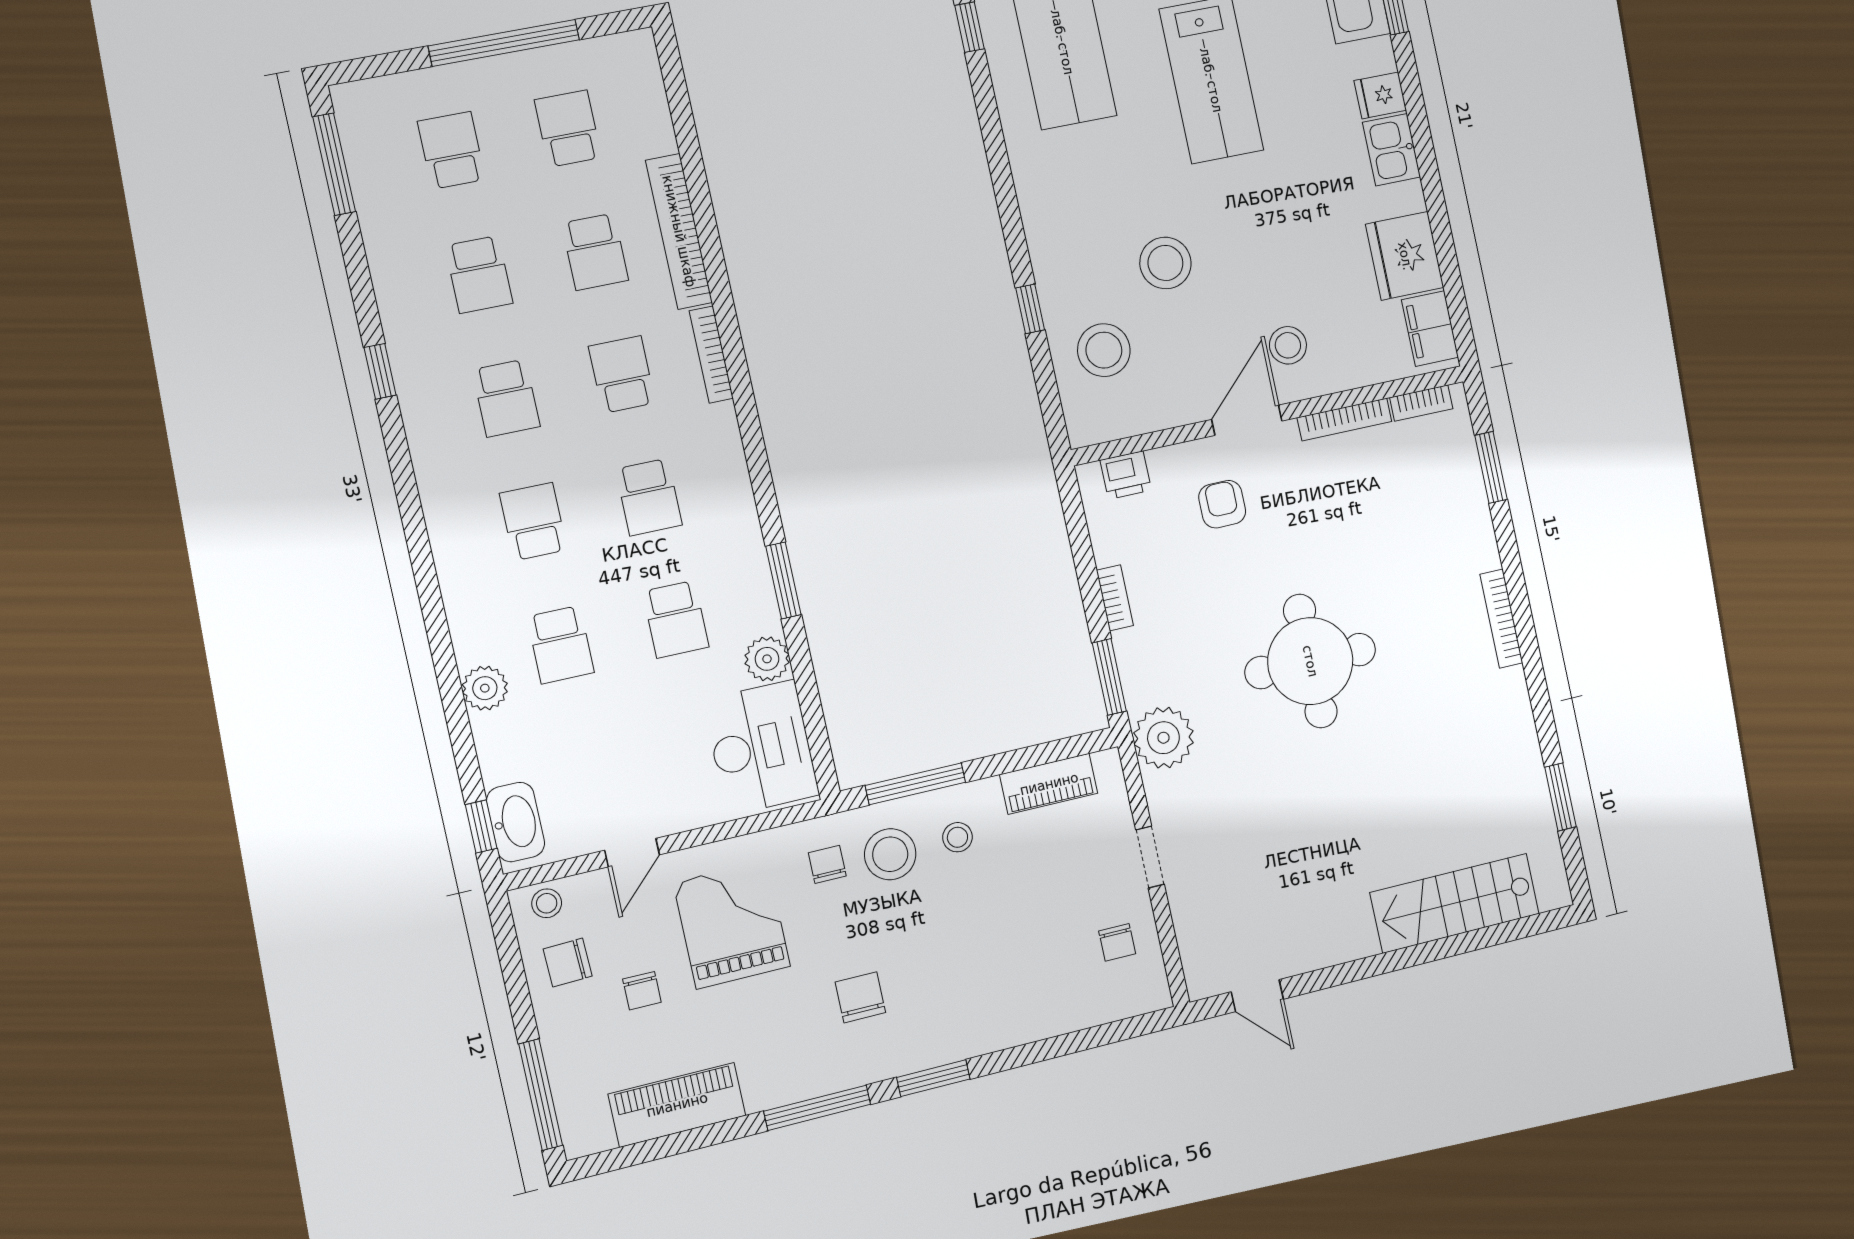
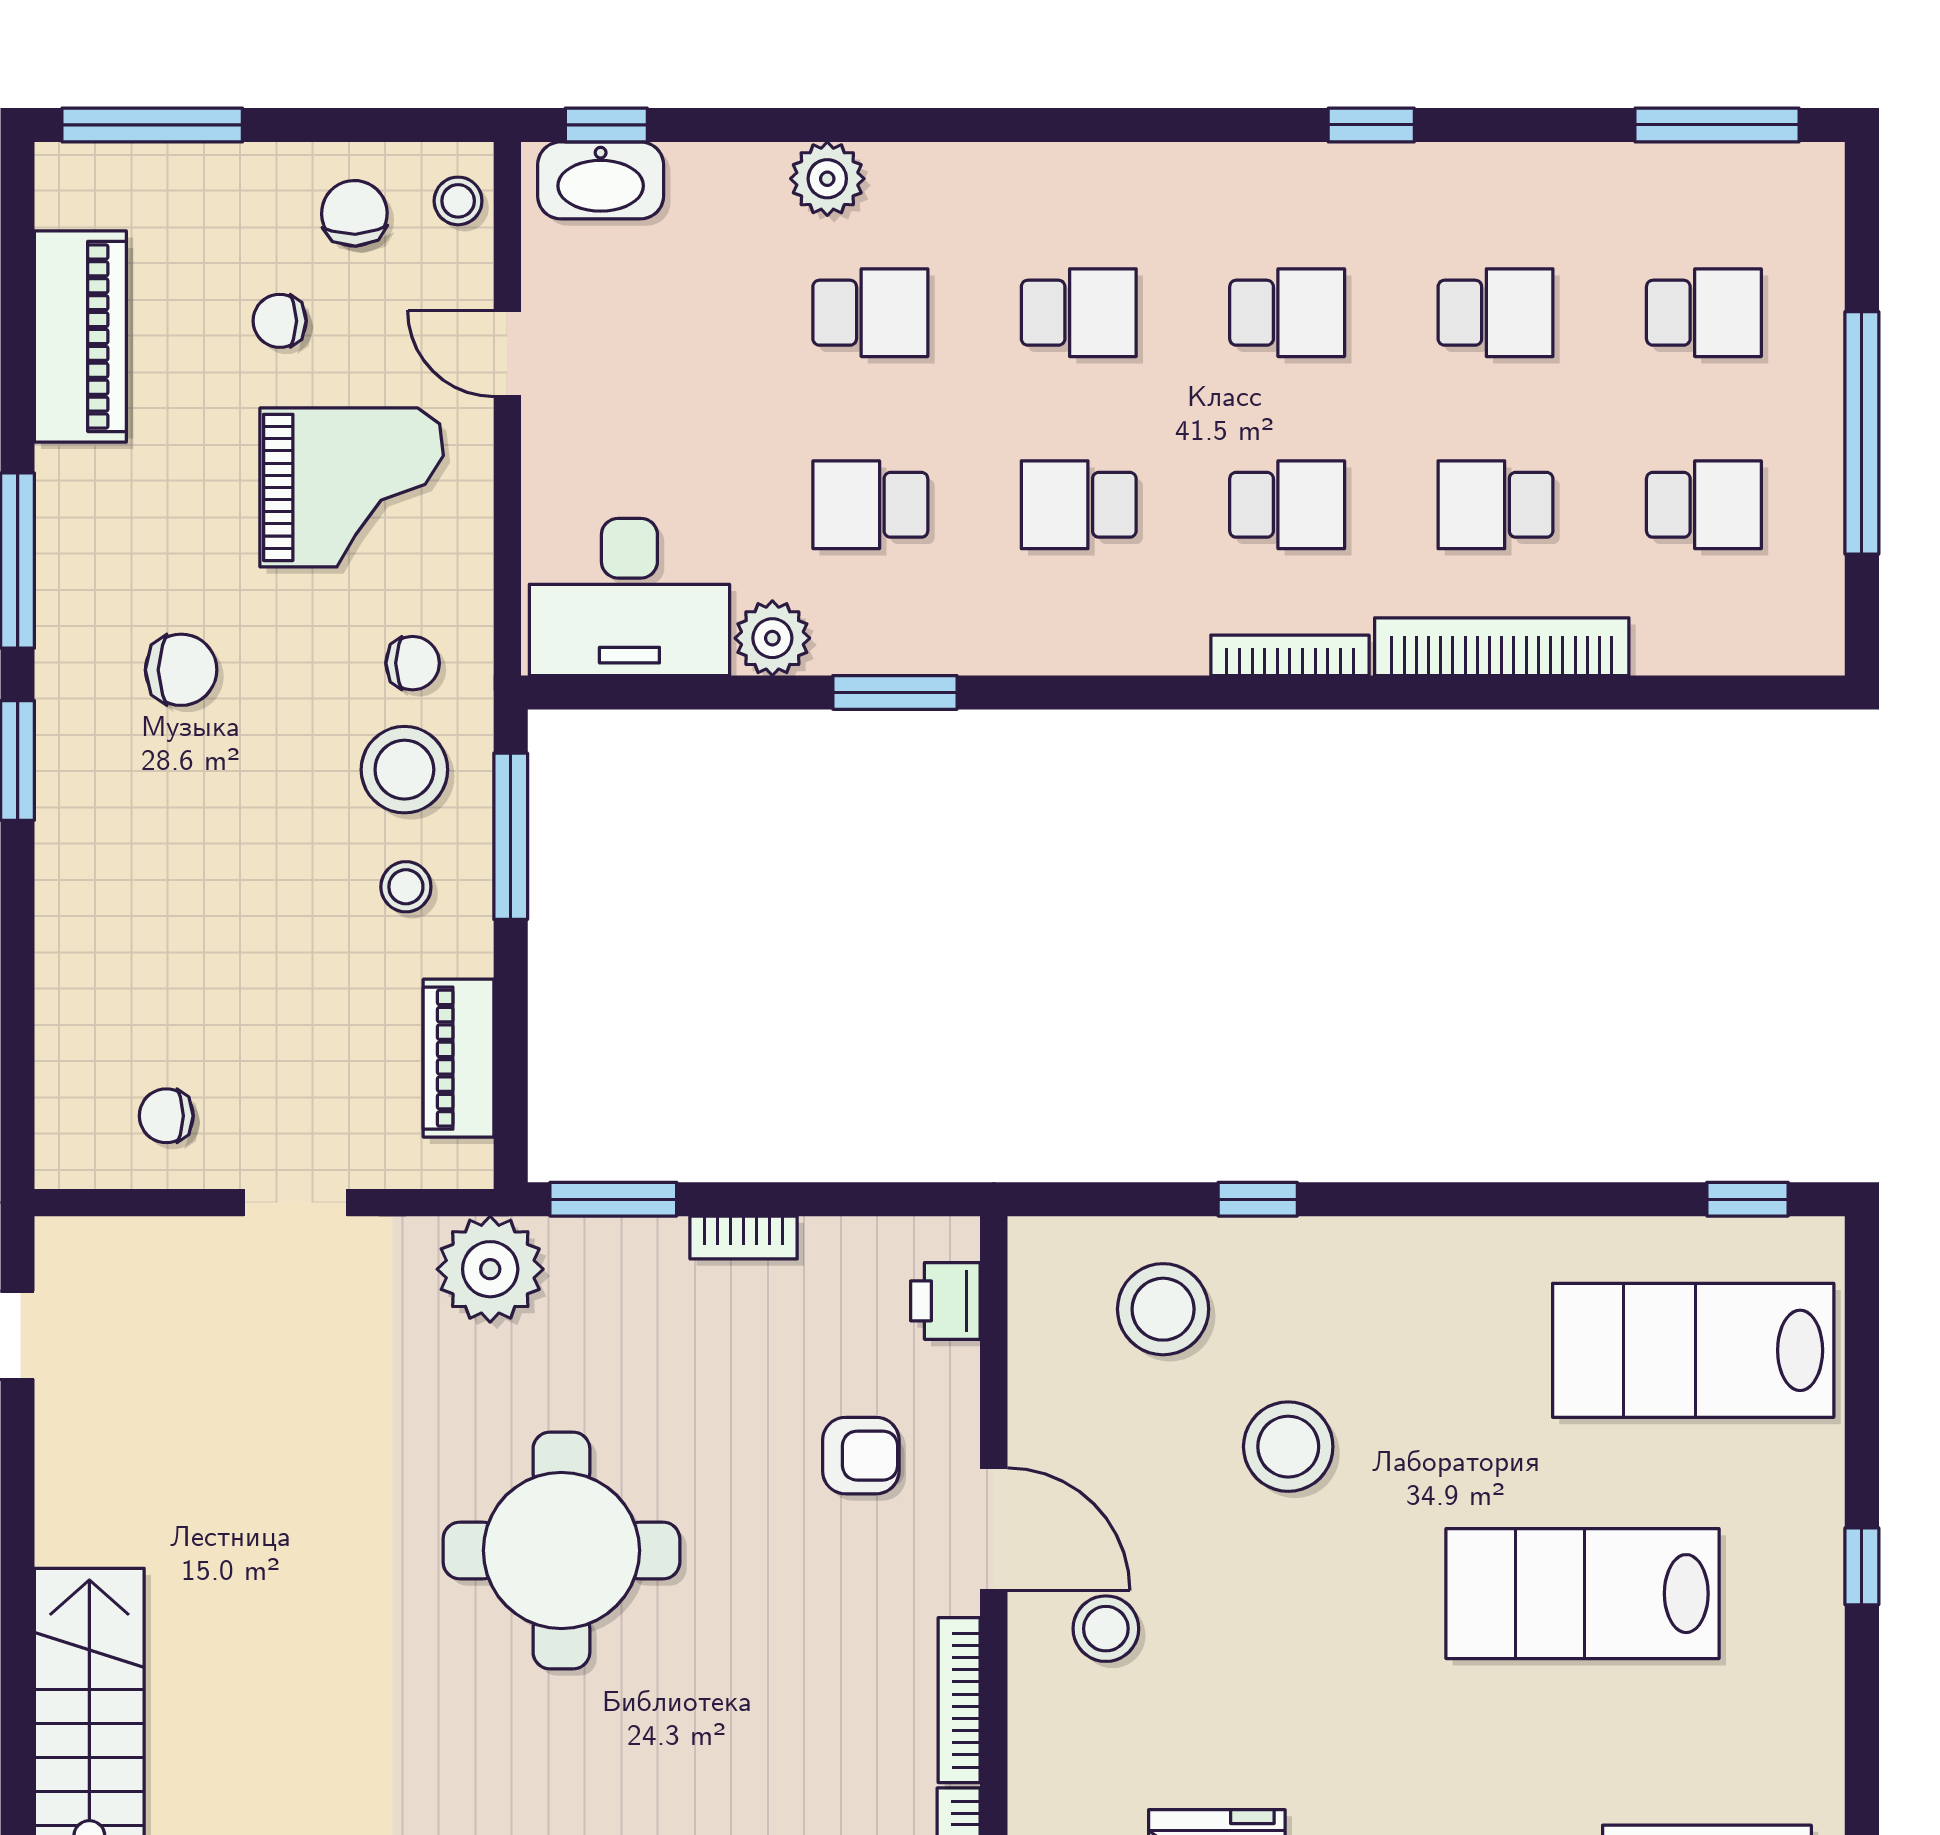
school desk: (479, 274) -> (1496, 313), turned 180
school desk: (506, 398) -> (1287, 313), turned 180
school desk: (561, 645) -> (870, 313), turned 180

